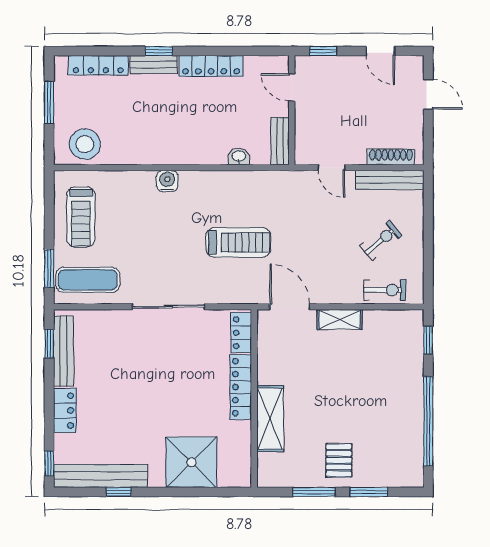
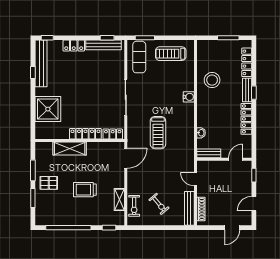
stool: (85, 144) -> (212, 80), moved
door: (331, 168) -> (195, 179), hinge flipped
shelving: (340, 319) -> (119, 200), moved
trolley: (352, 388) -> (85, 190), added

